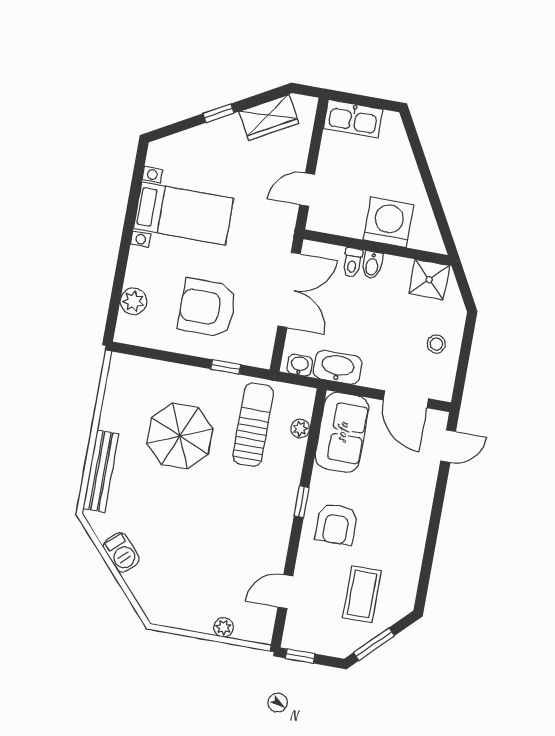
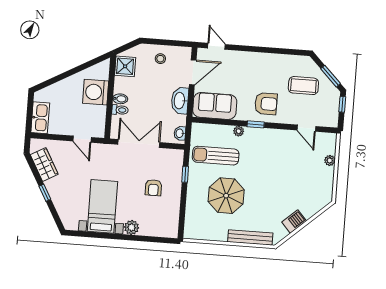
plant: (133, 301) -> (132, 227), moved
armchair: (207, 308) -> (153, 188), width x0.53, depth x0.53
washbasin: (338, 367) -> (180, 101), moved
plant: (300, 429) -> (239, 131), moved
window: (300, 656) -> (342, 104), moved

